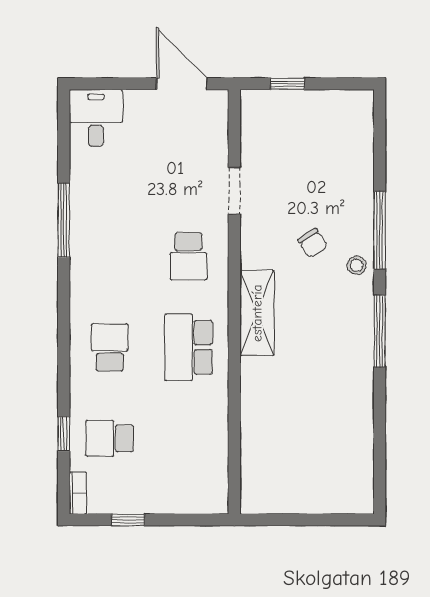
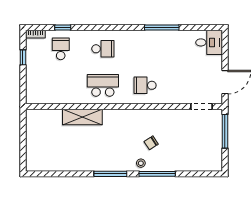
window: (288, 84) -> (225, 131), width x2.17
doorway: (234, 191) -> (202, 107), moved
shelving: (257, 313) -> (82, 117), moved

